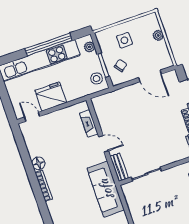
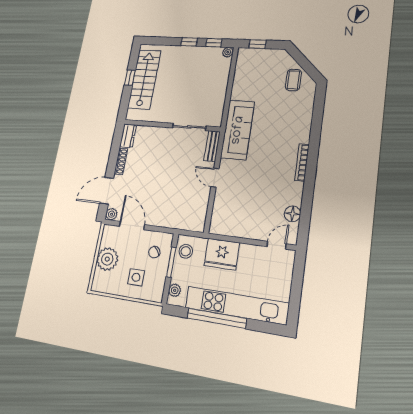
plant: (158, 35) -> (107, 259), width x1.88, depth x1.88
plant: (172, 76) -> (112, 214), added
fridge: (51, 97) -> (222, 254), moved
door: (32, 117) -> (277, 245), swing flipped
fireplace: (89, 123) -> (219, 207), removed
floor lamp: (38, 163) -> (292, 214), moved

